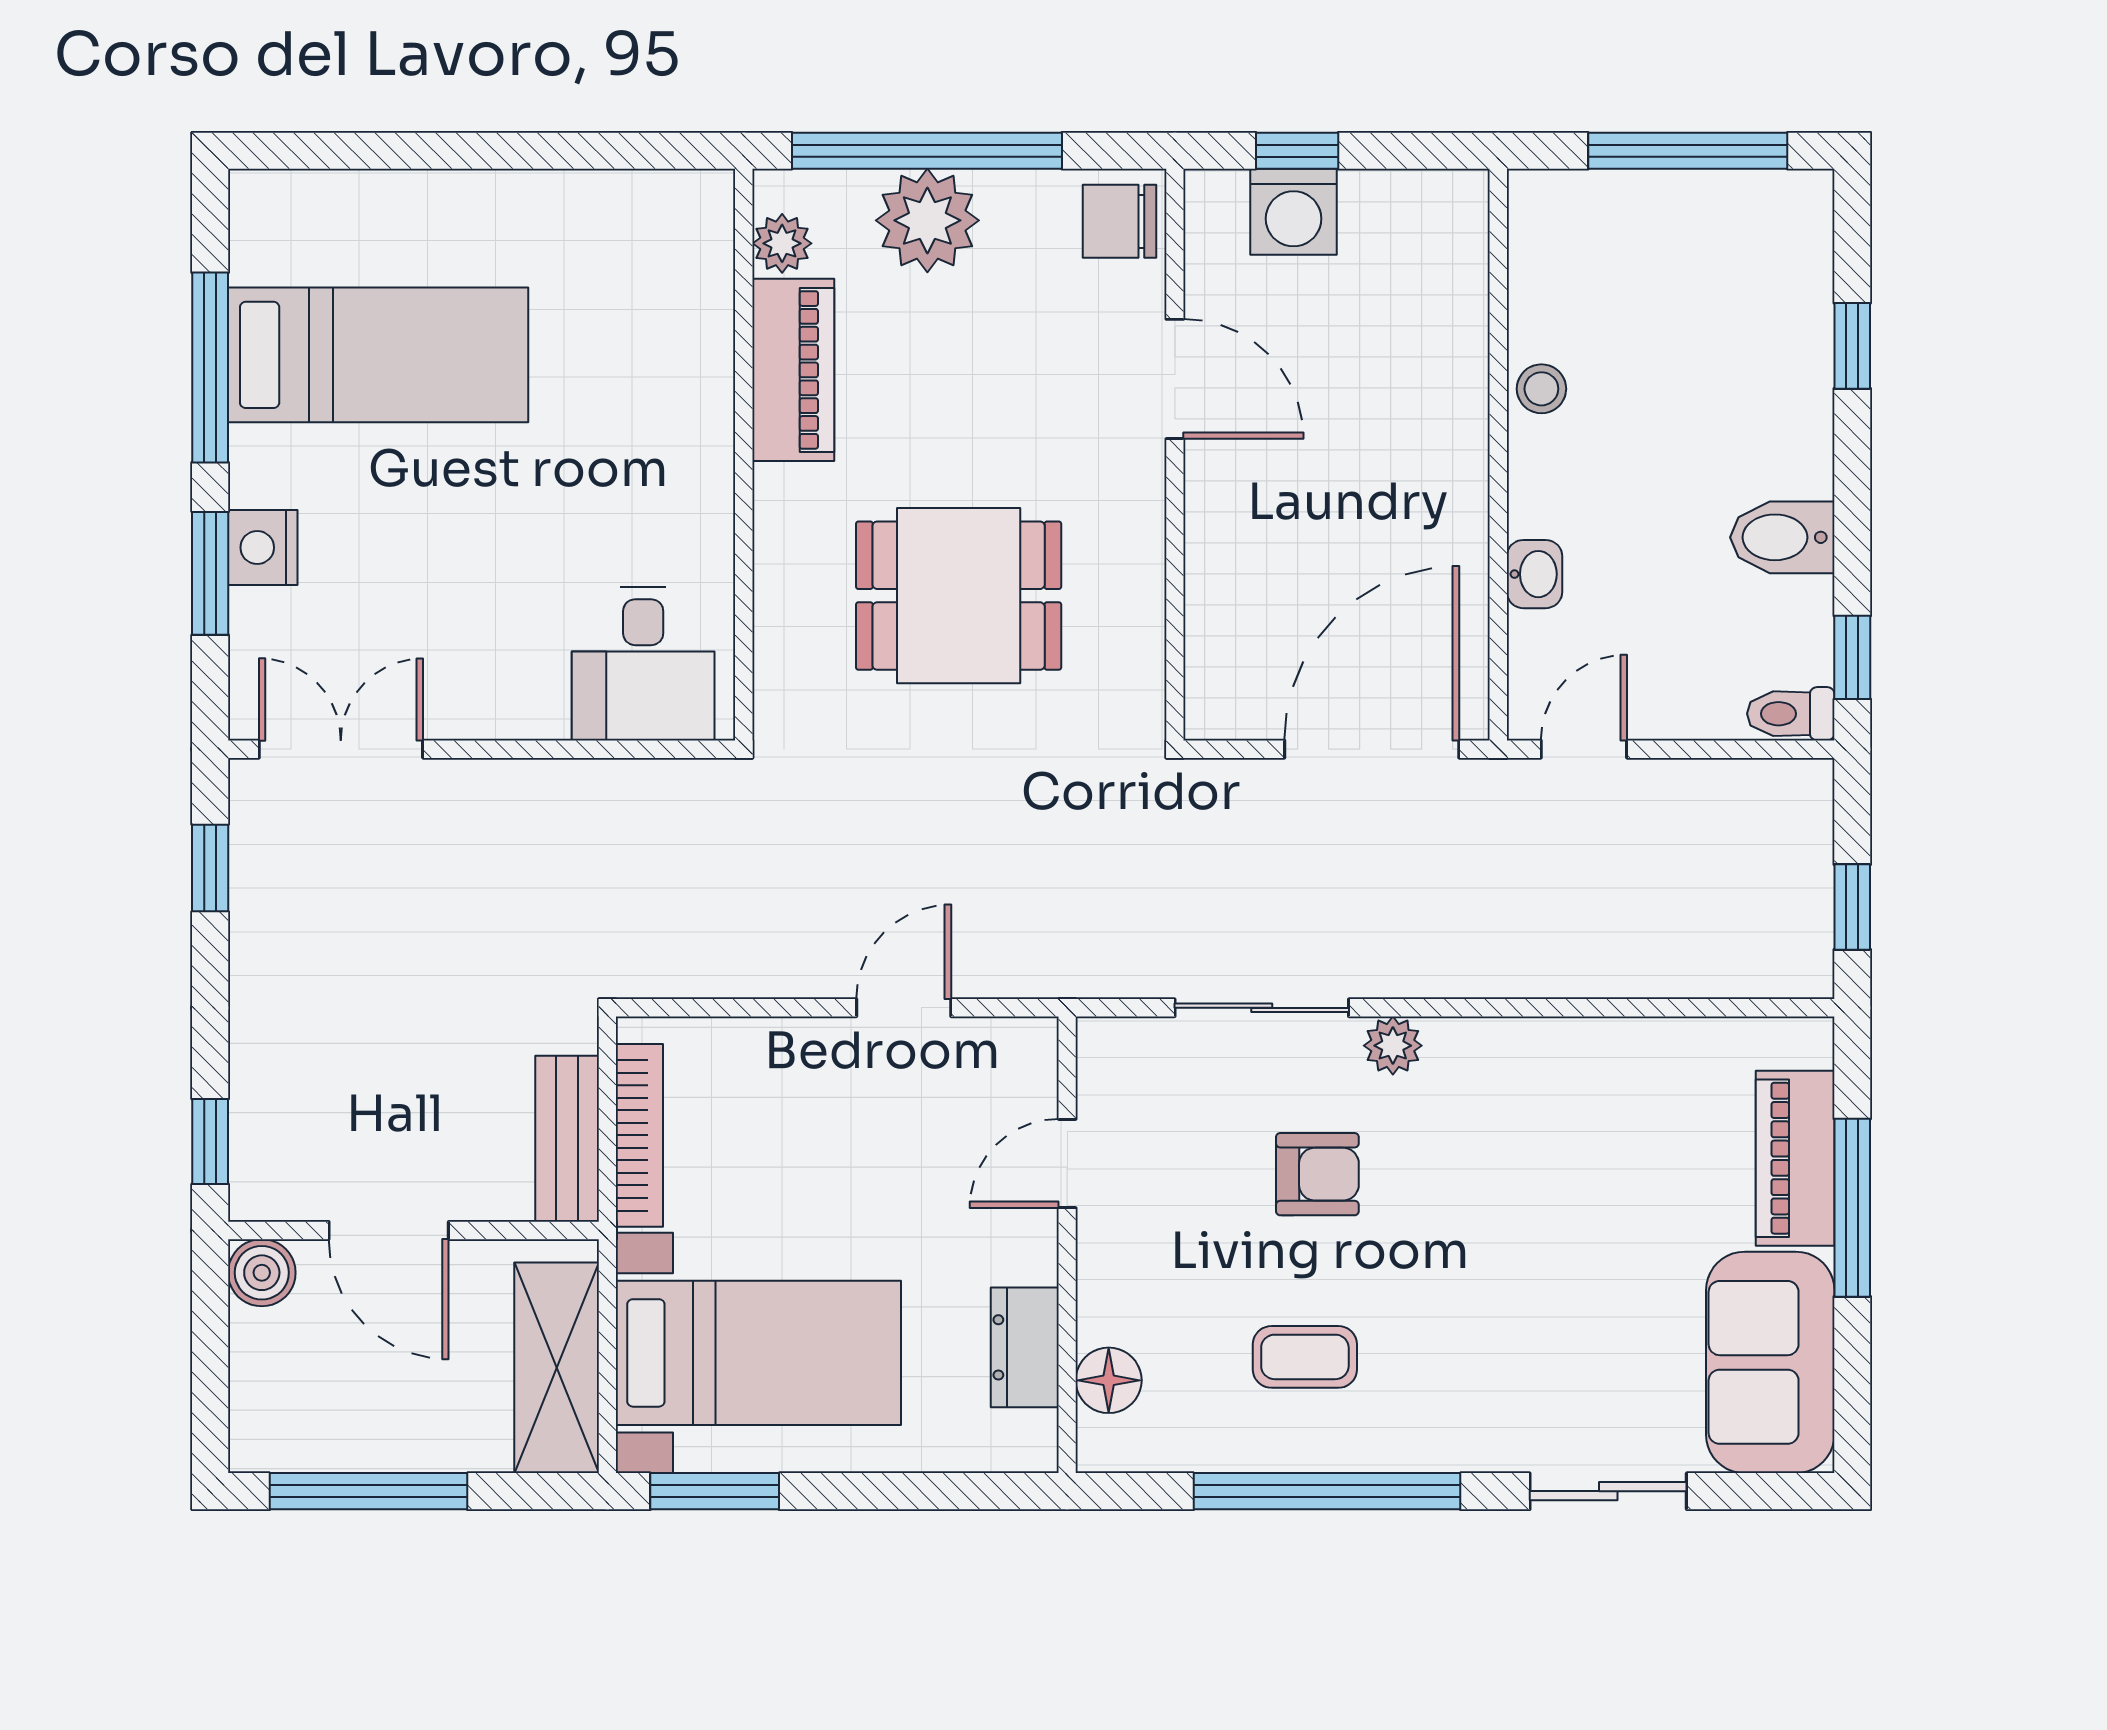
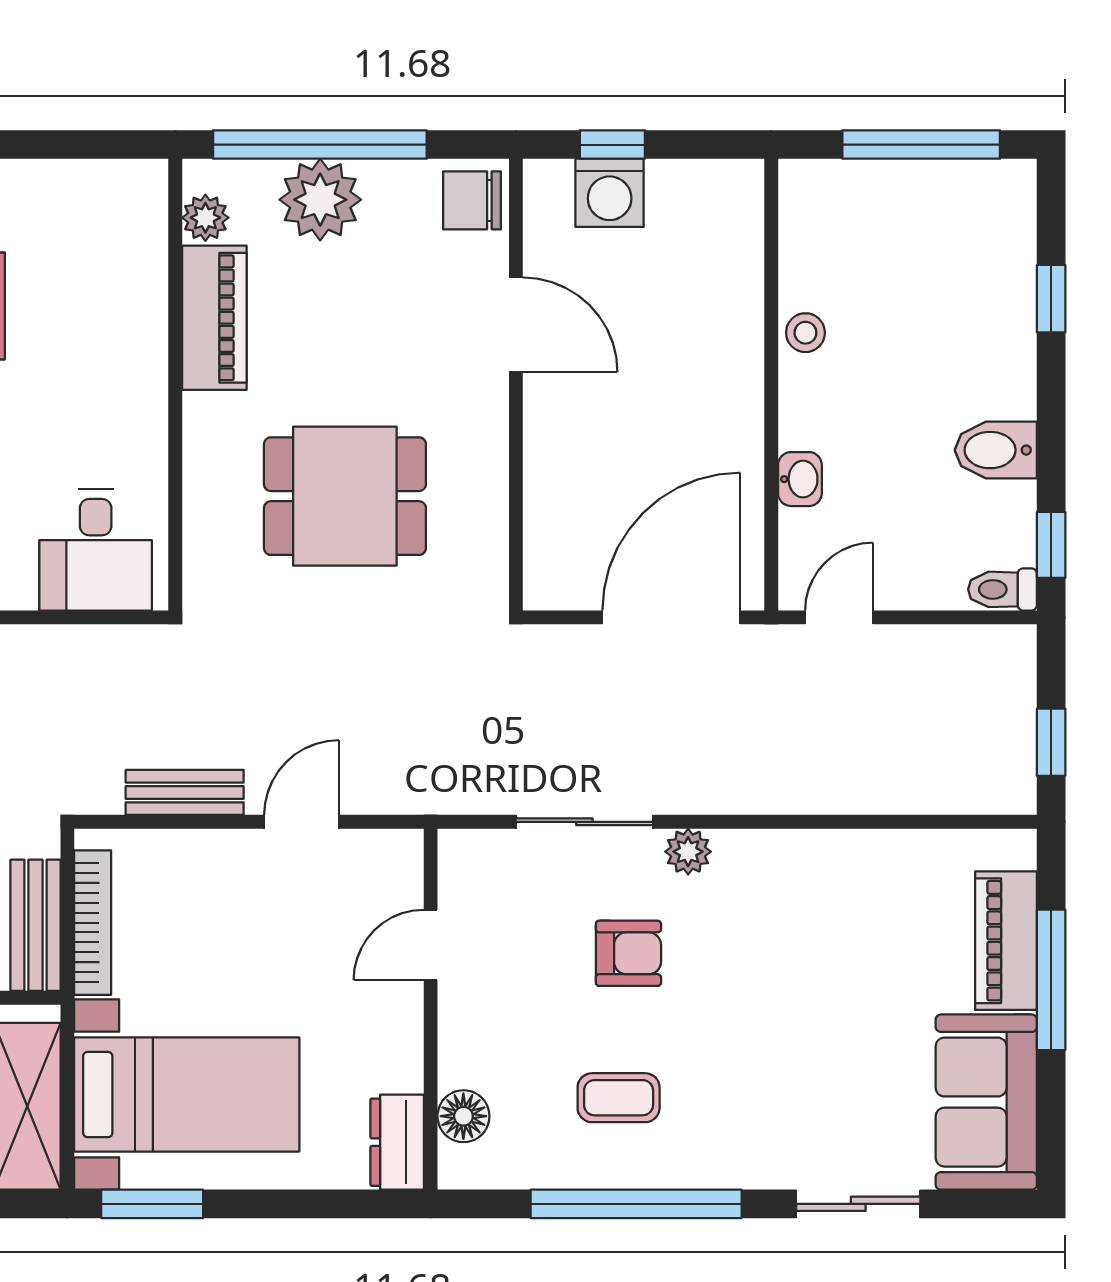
bench: (756, 971) -> (185, 792), added
dresser: (1025, 1347) -> (397, 1142), moved

